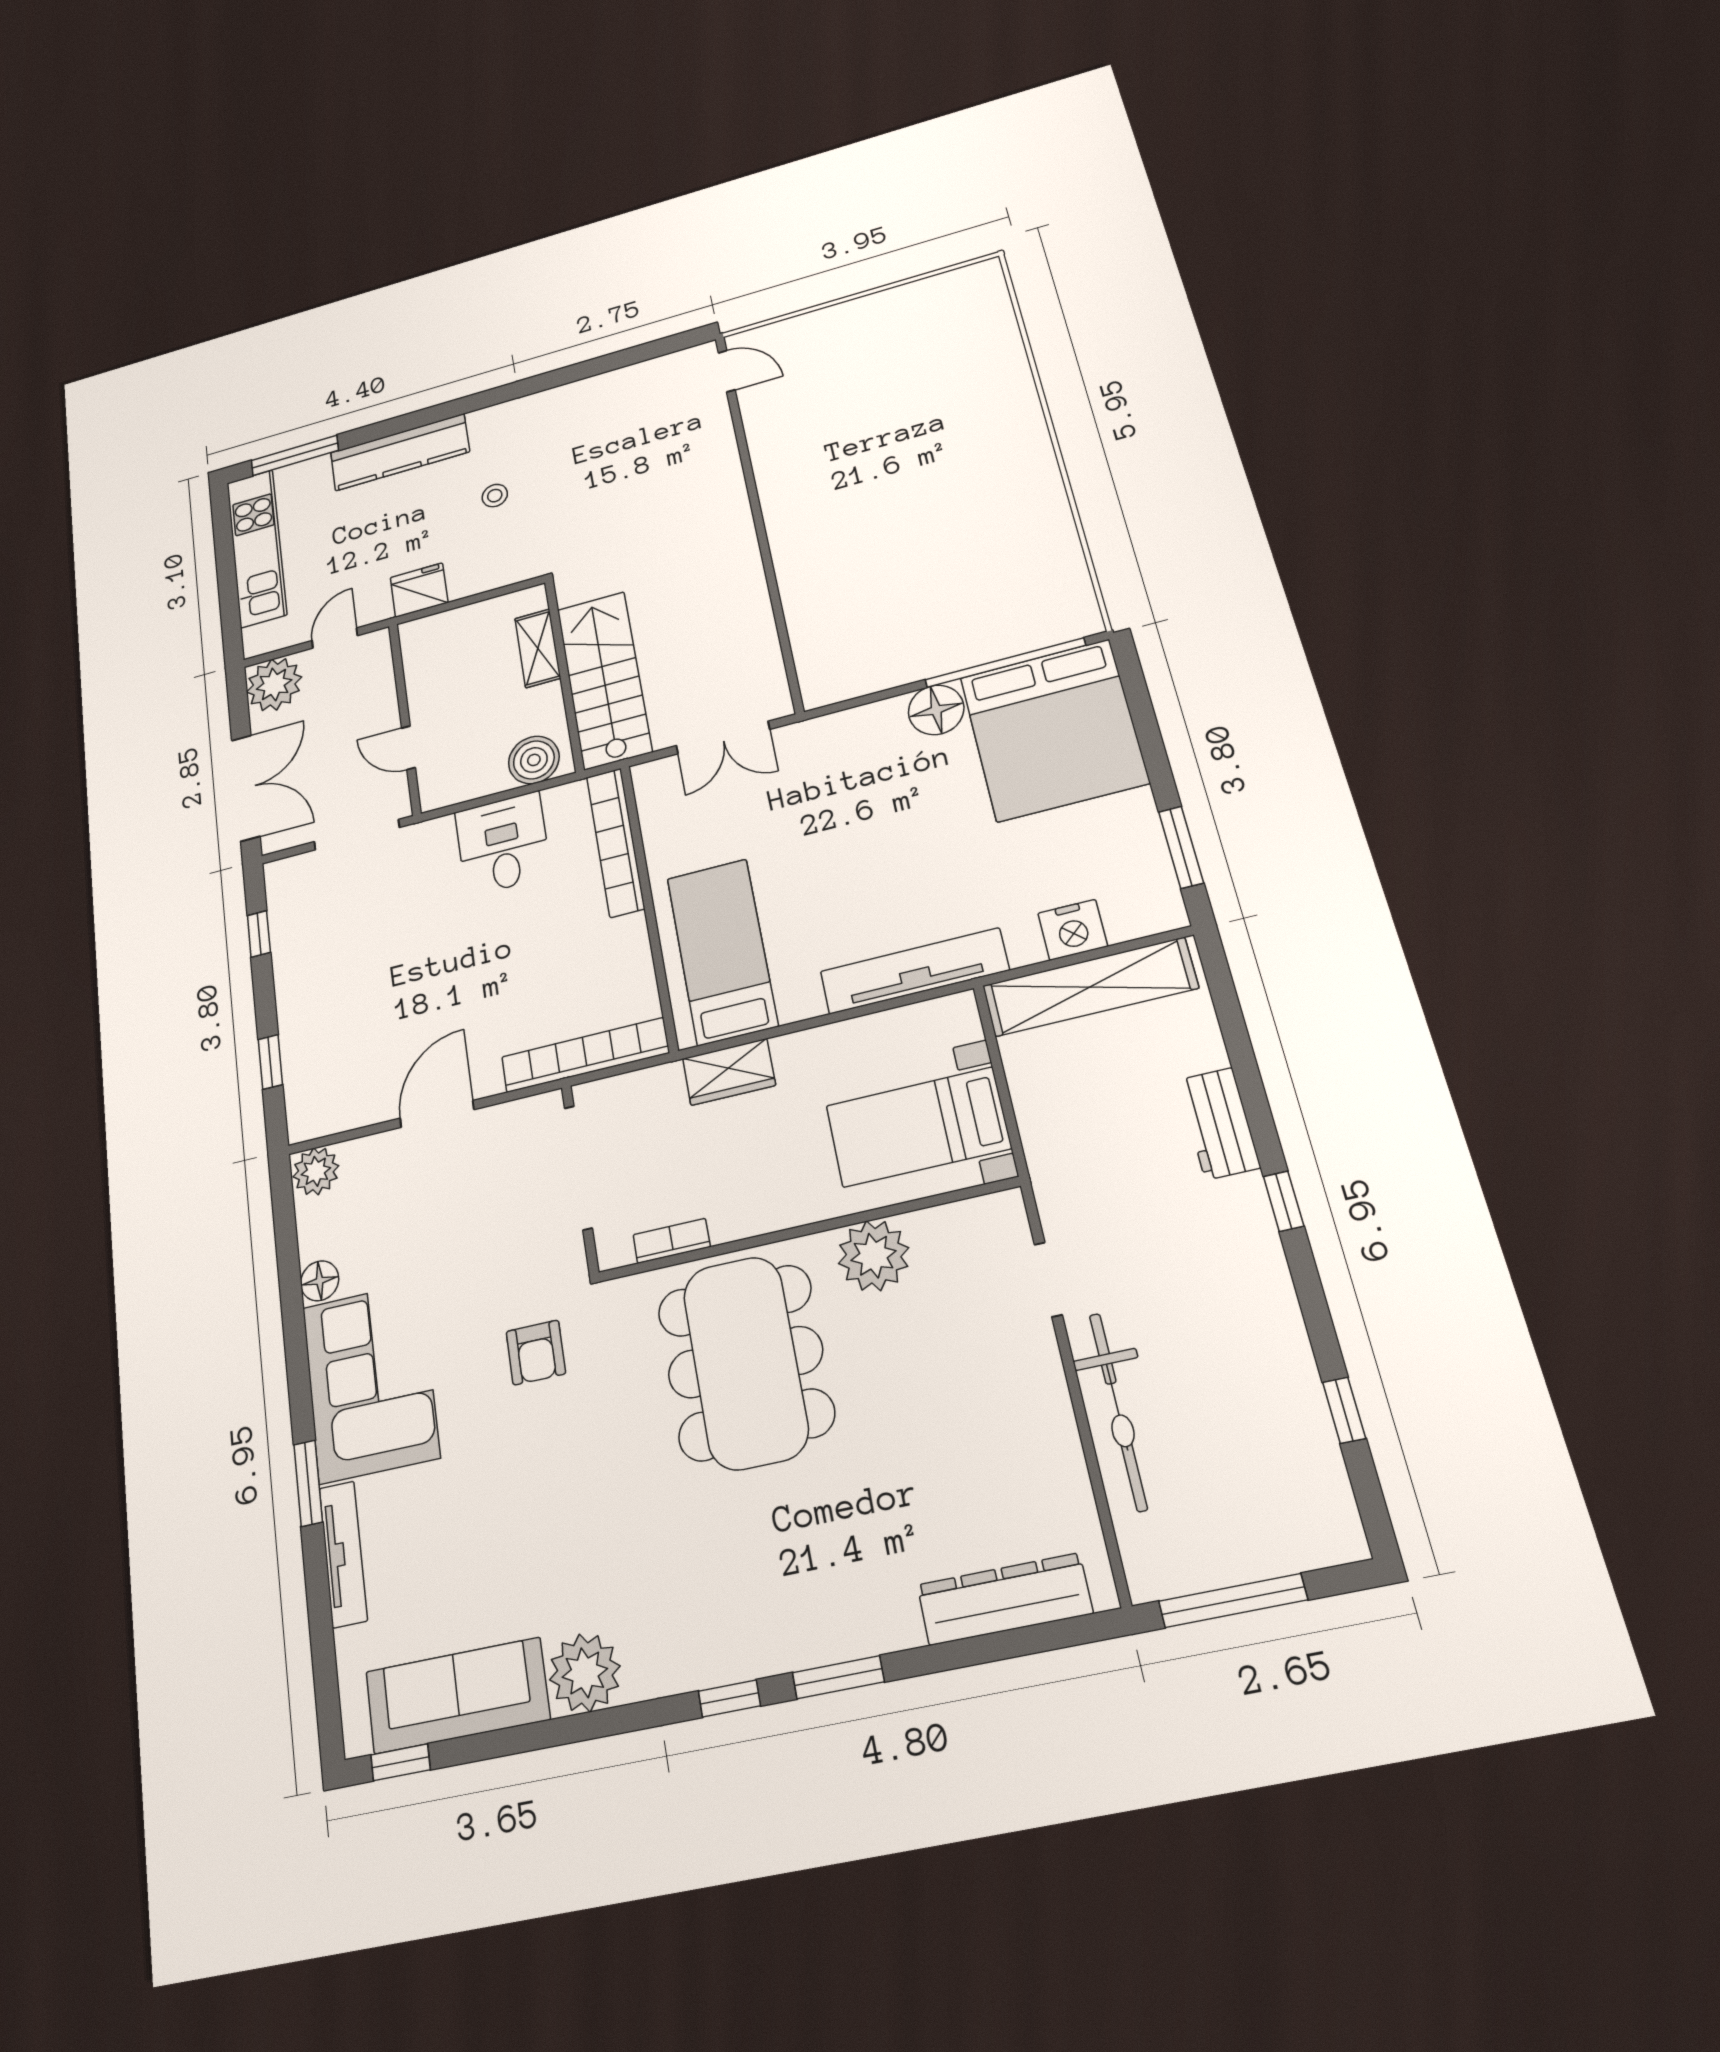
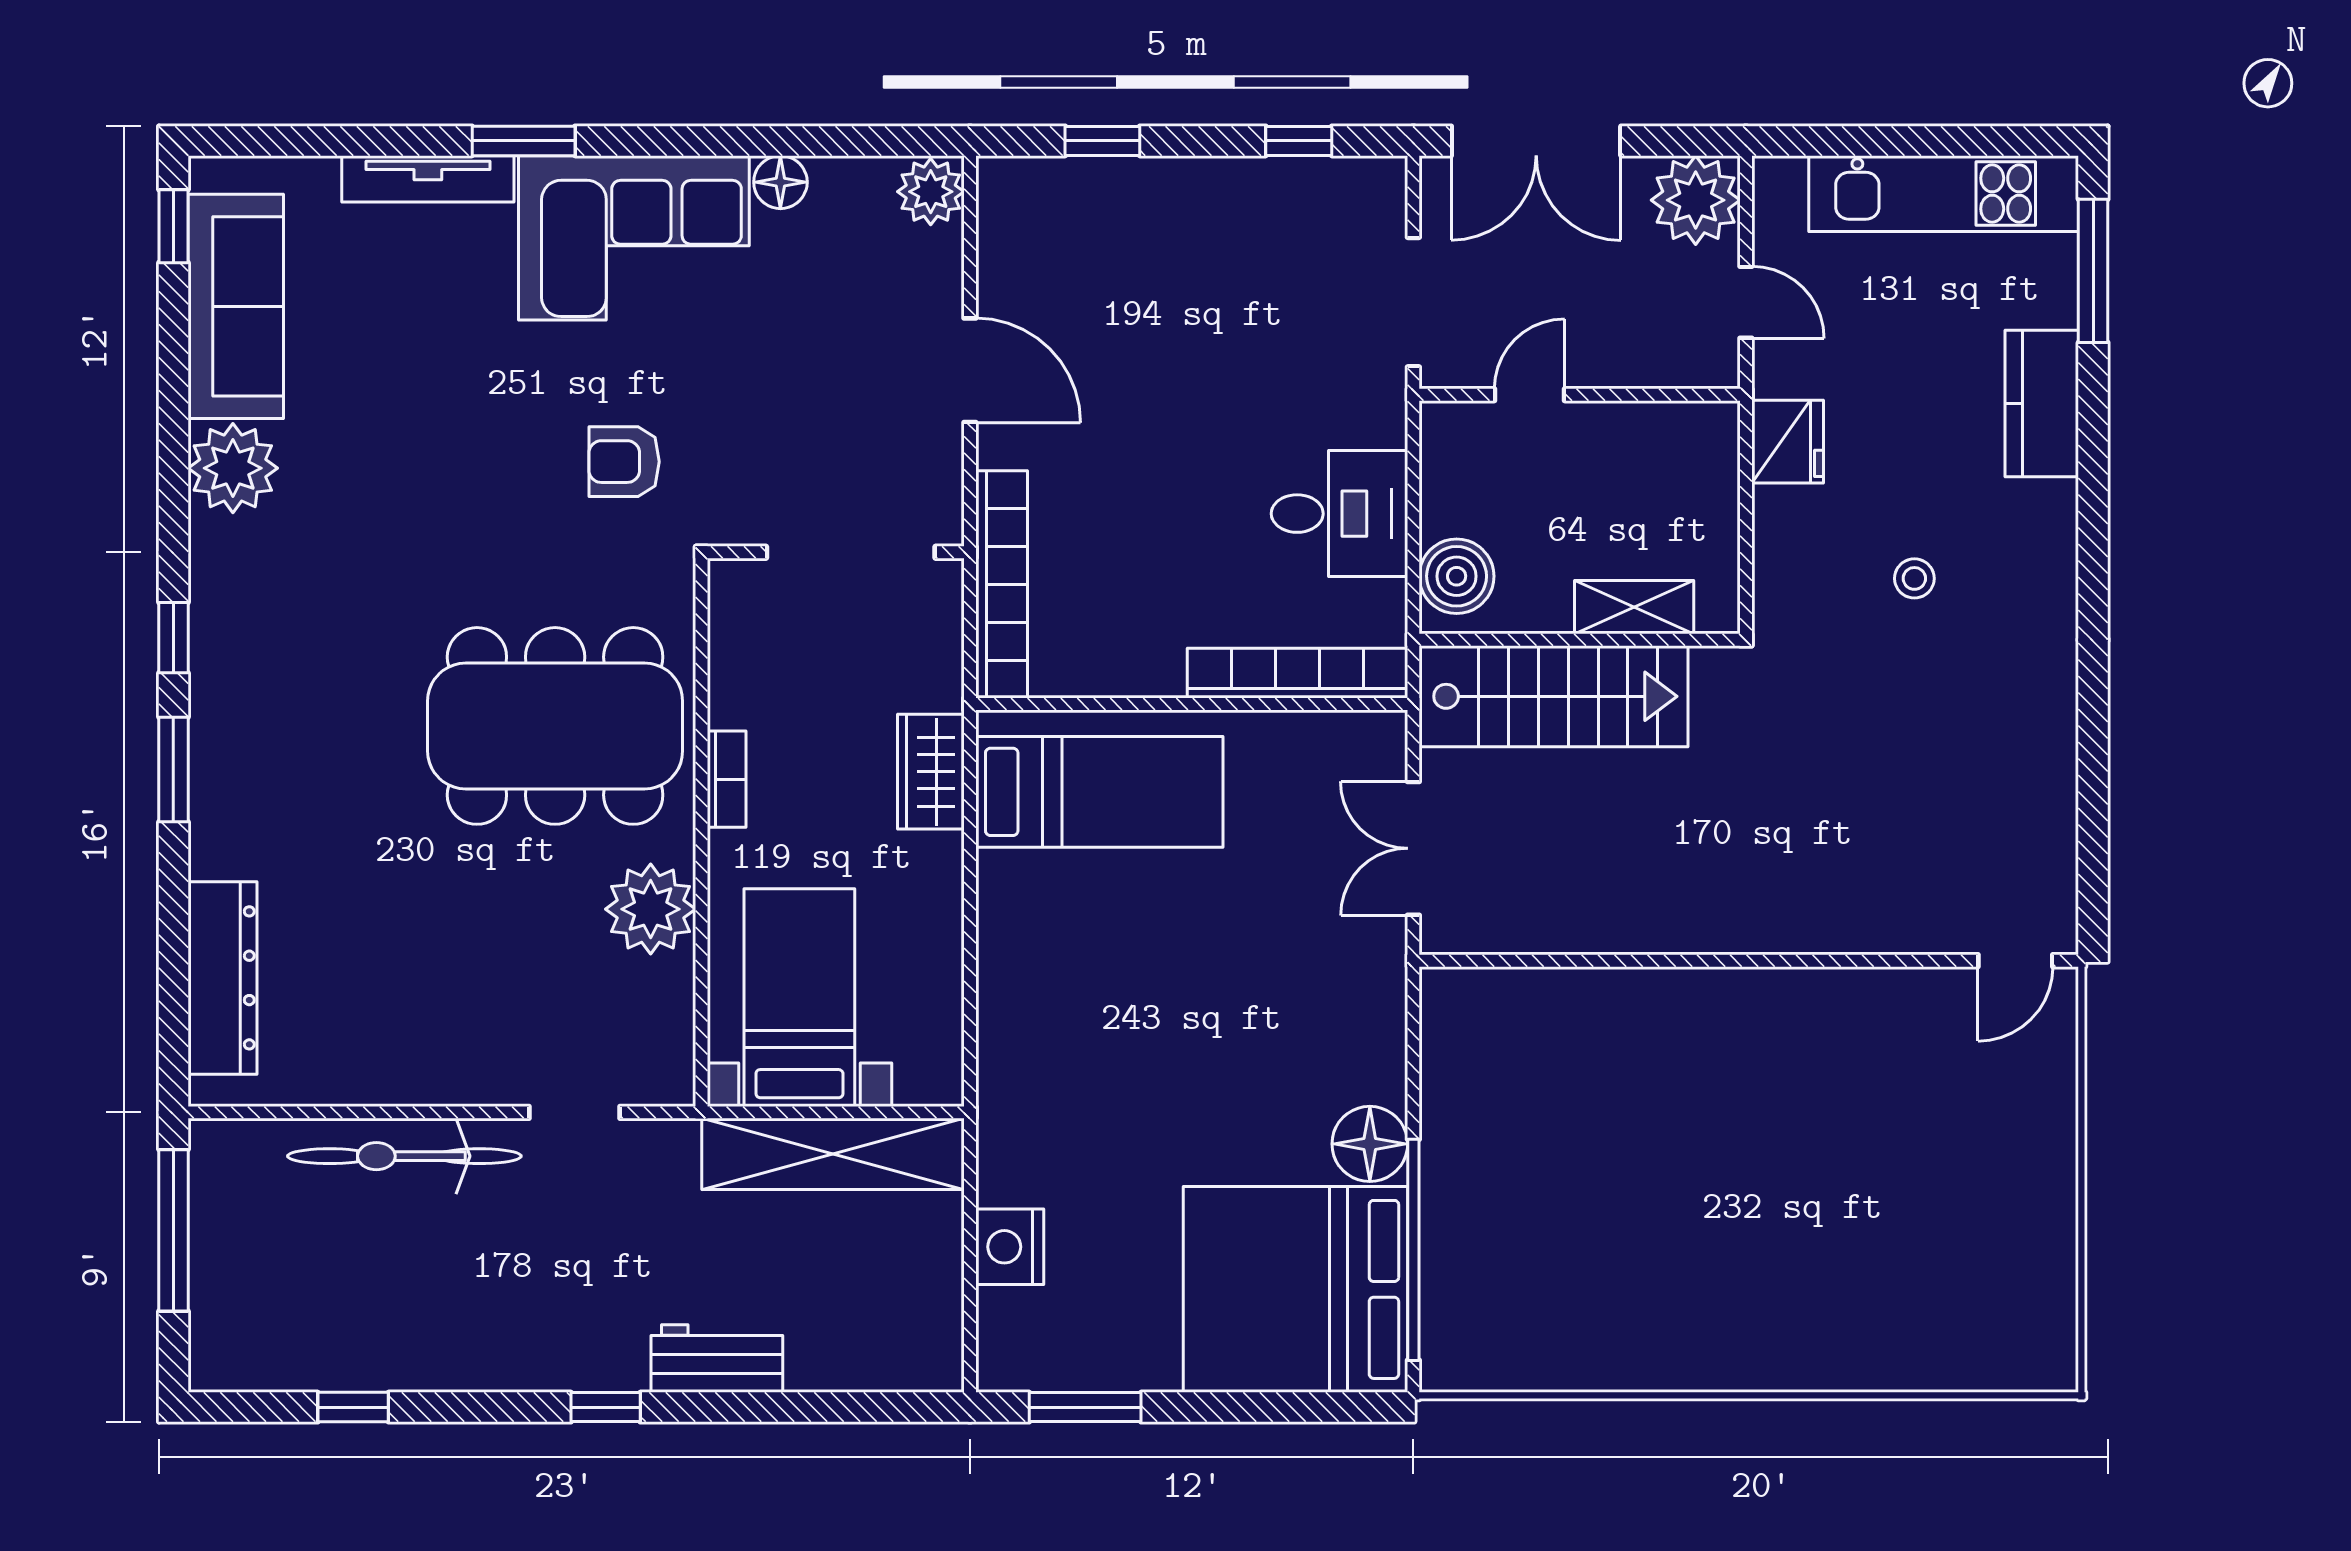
kitchen counter: (400, 452) -> (2042, 404), width x0.67
tv unit: (914, 971) -> (1006, 1036), removed
shelving: (1090, 987) -> (833, 1154), moved, turned 90
bookcase: (672, 1241) -> (727, 779), moved

